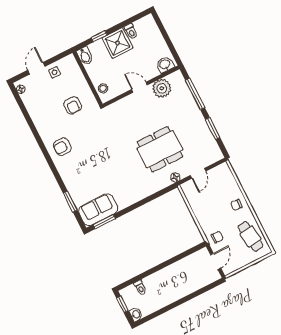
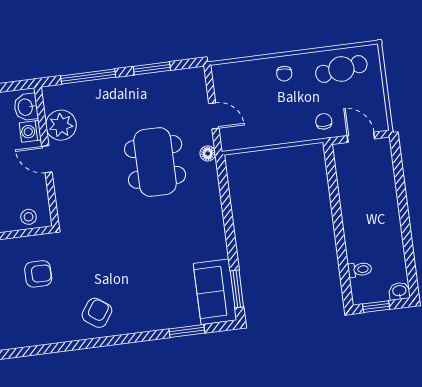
washing machine: (152, 72) -> (30, 131), added
door: (140, 87) -> (47, 159), hinge flipped
armchair: (62, 147) -> (97, 313), turned -145

